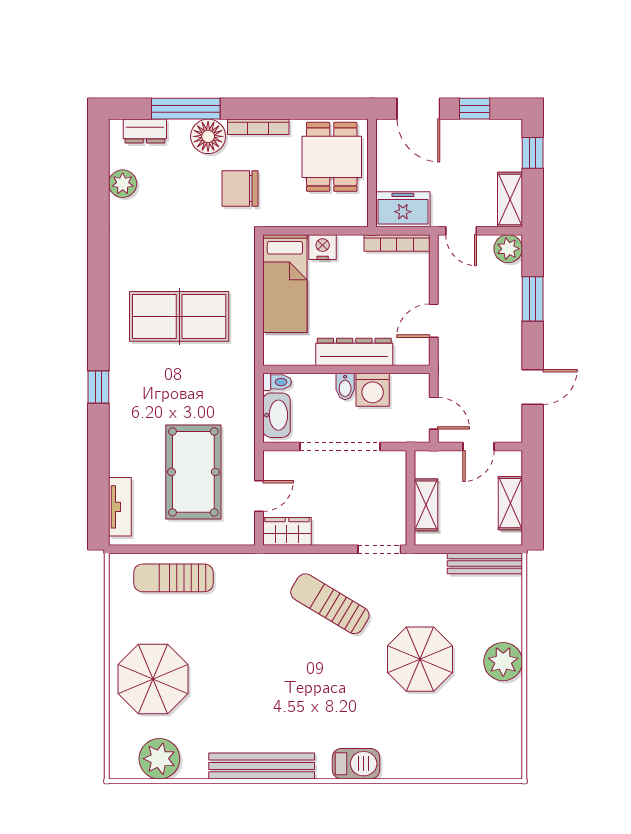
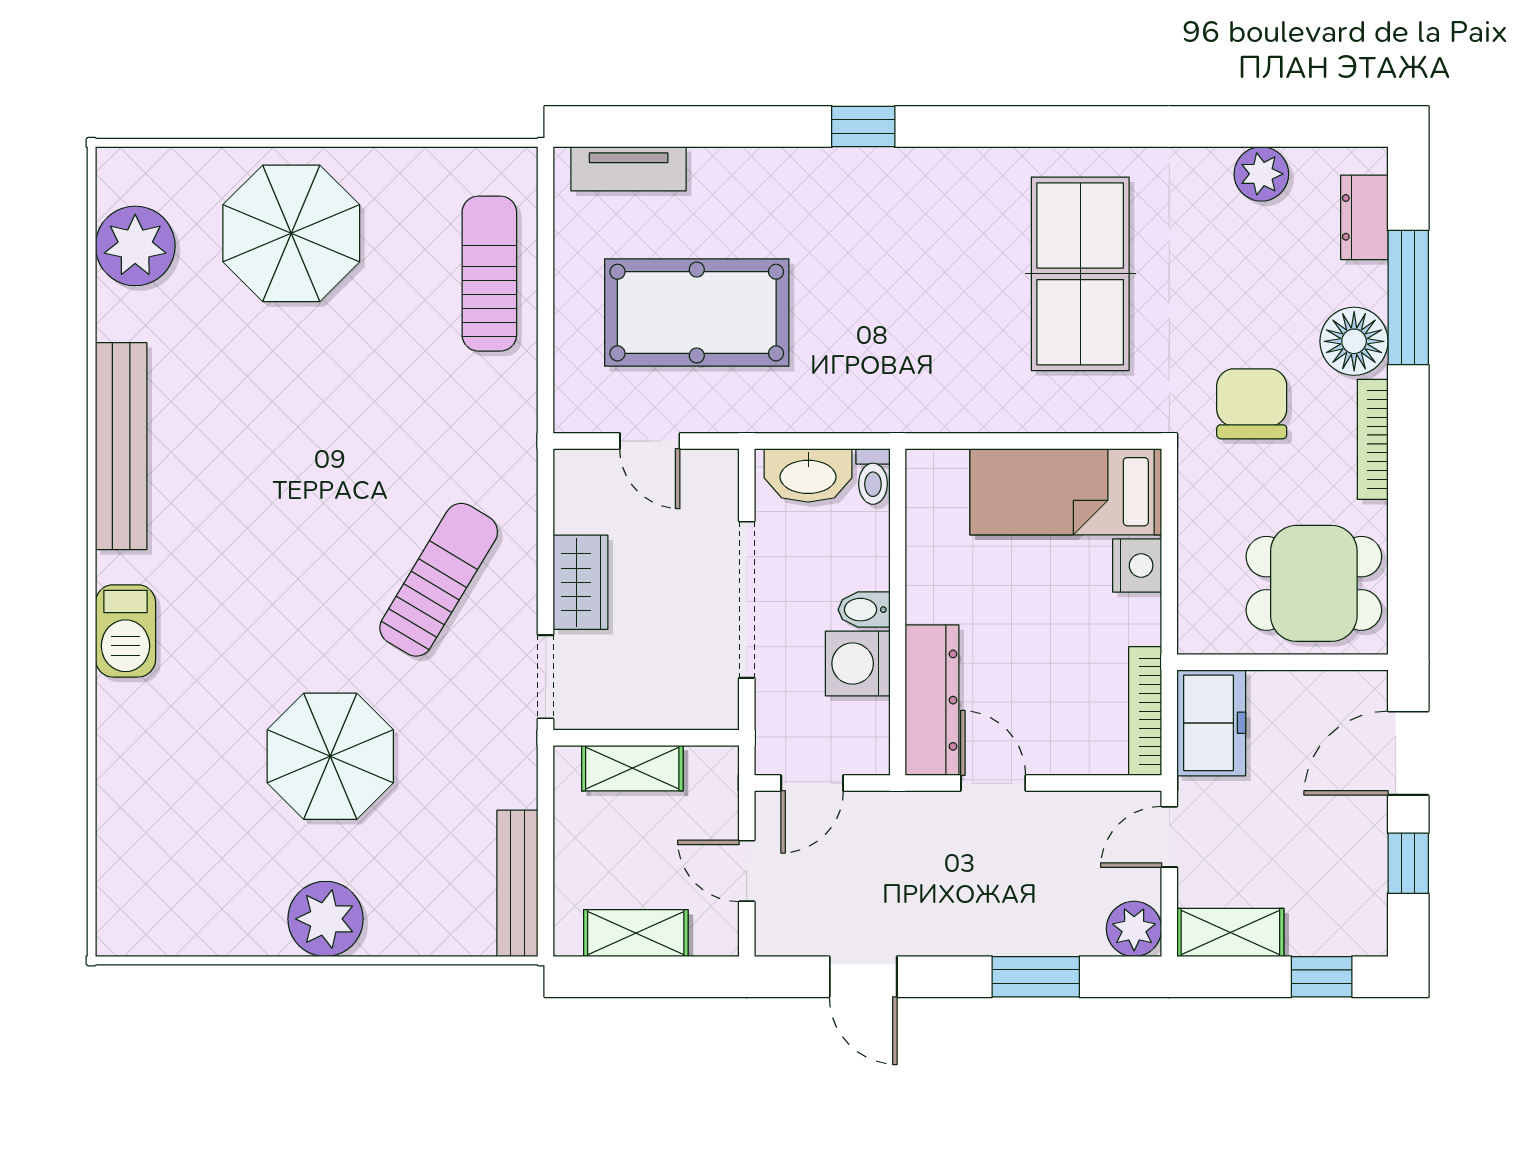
table tennis table: (179, 316) -> (1080, 274), moved
dresser: (354, 352) -> (932, 700), moved
wardrobe: (287, 531) -> (580, 582), moved

